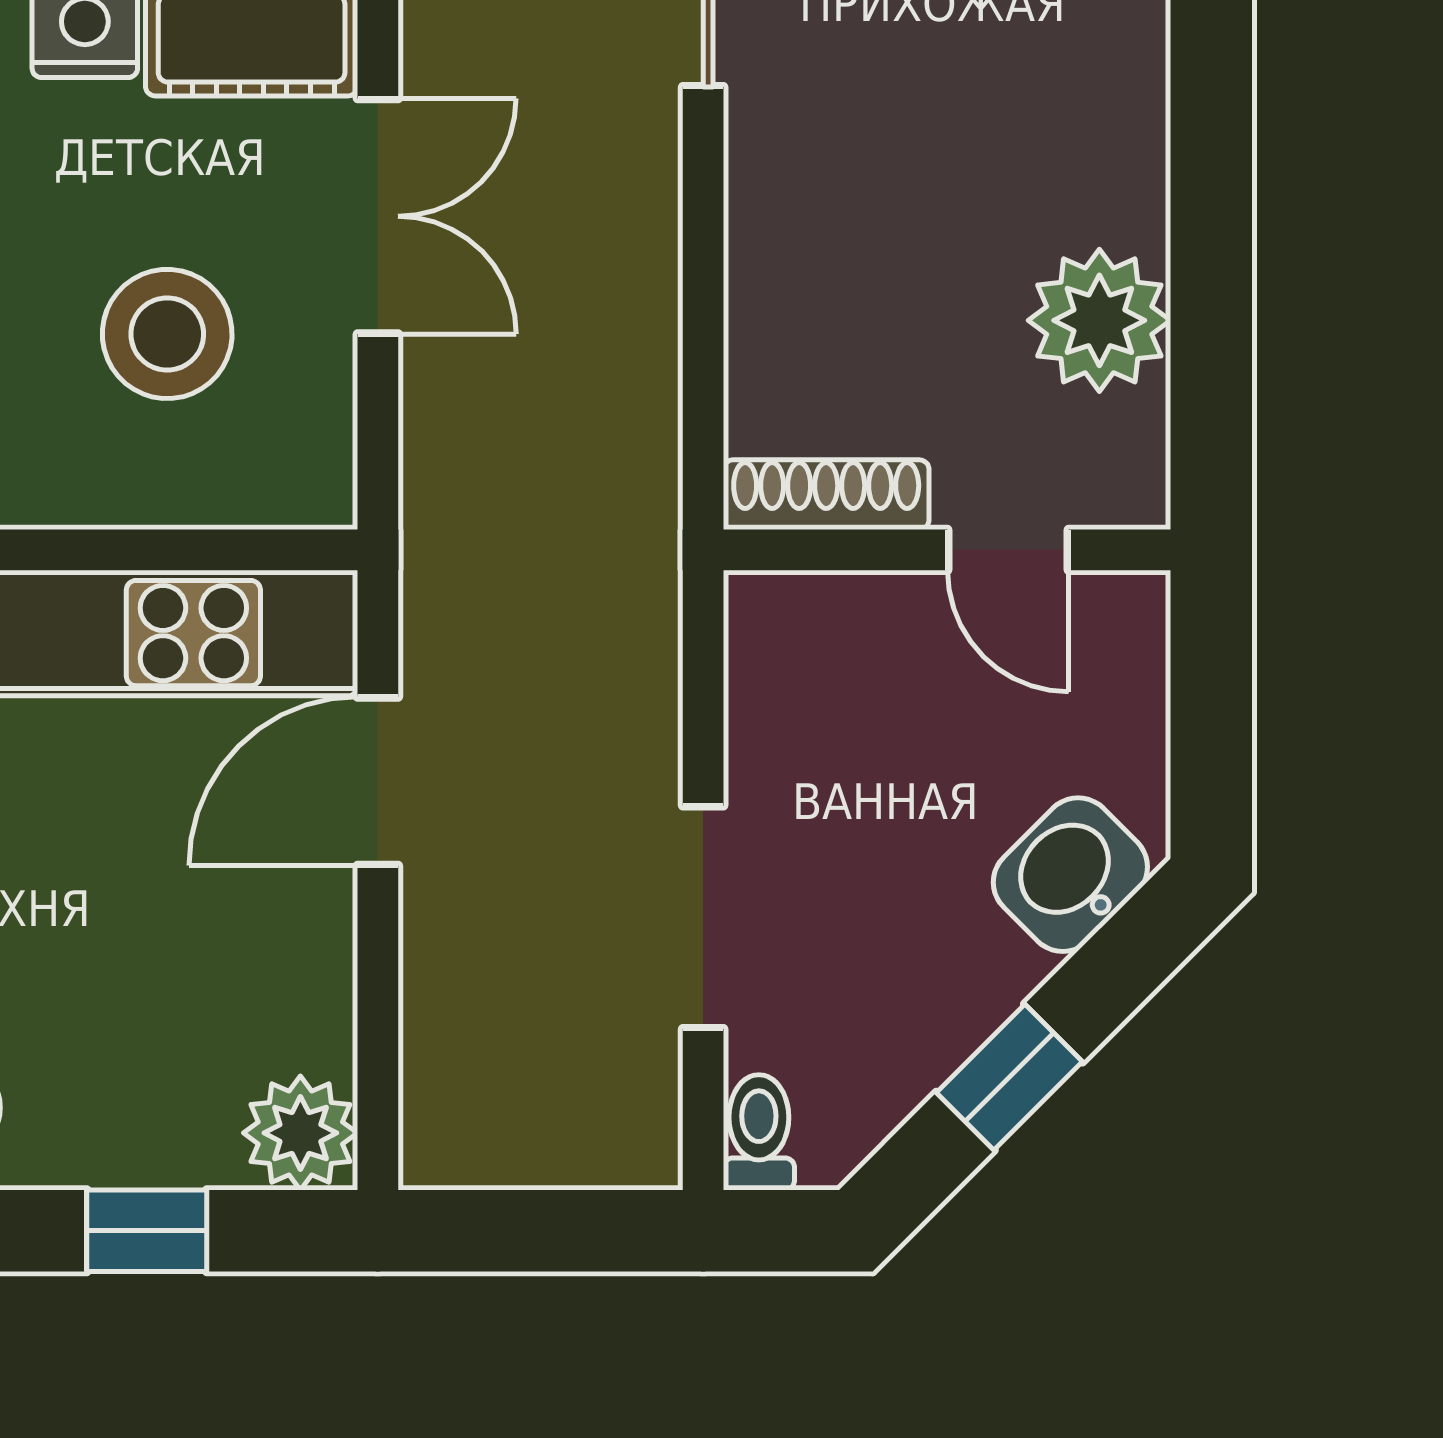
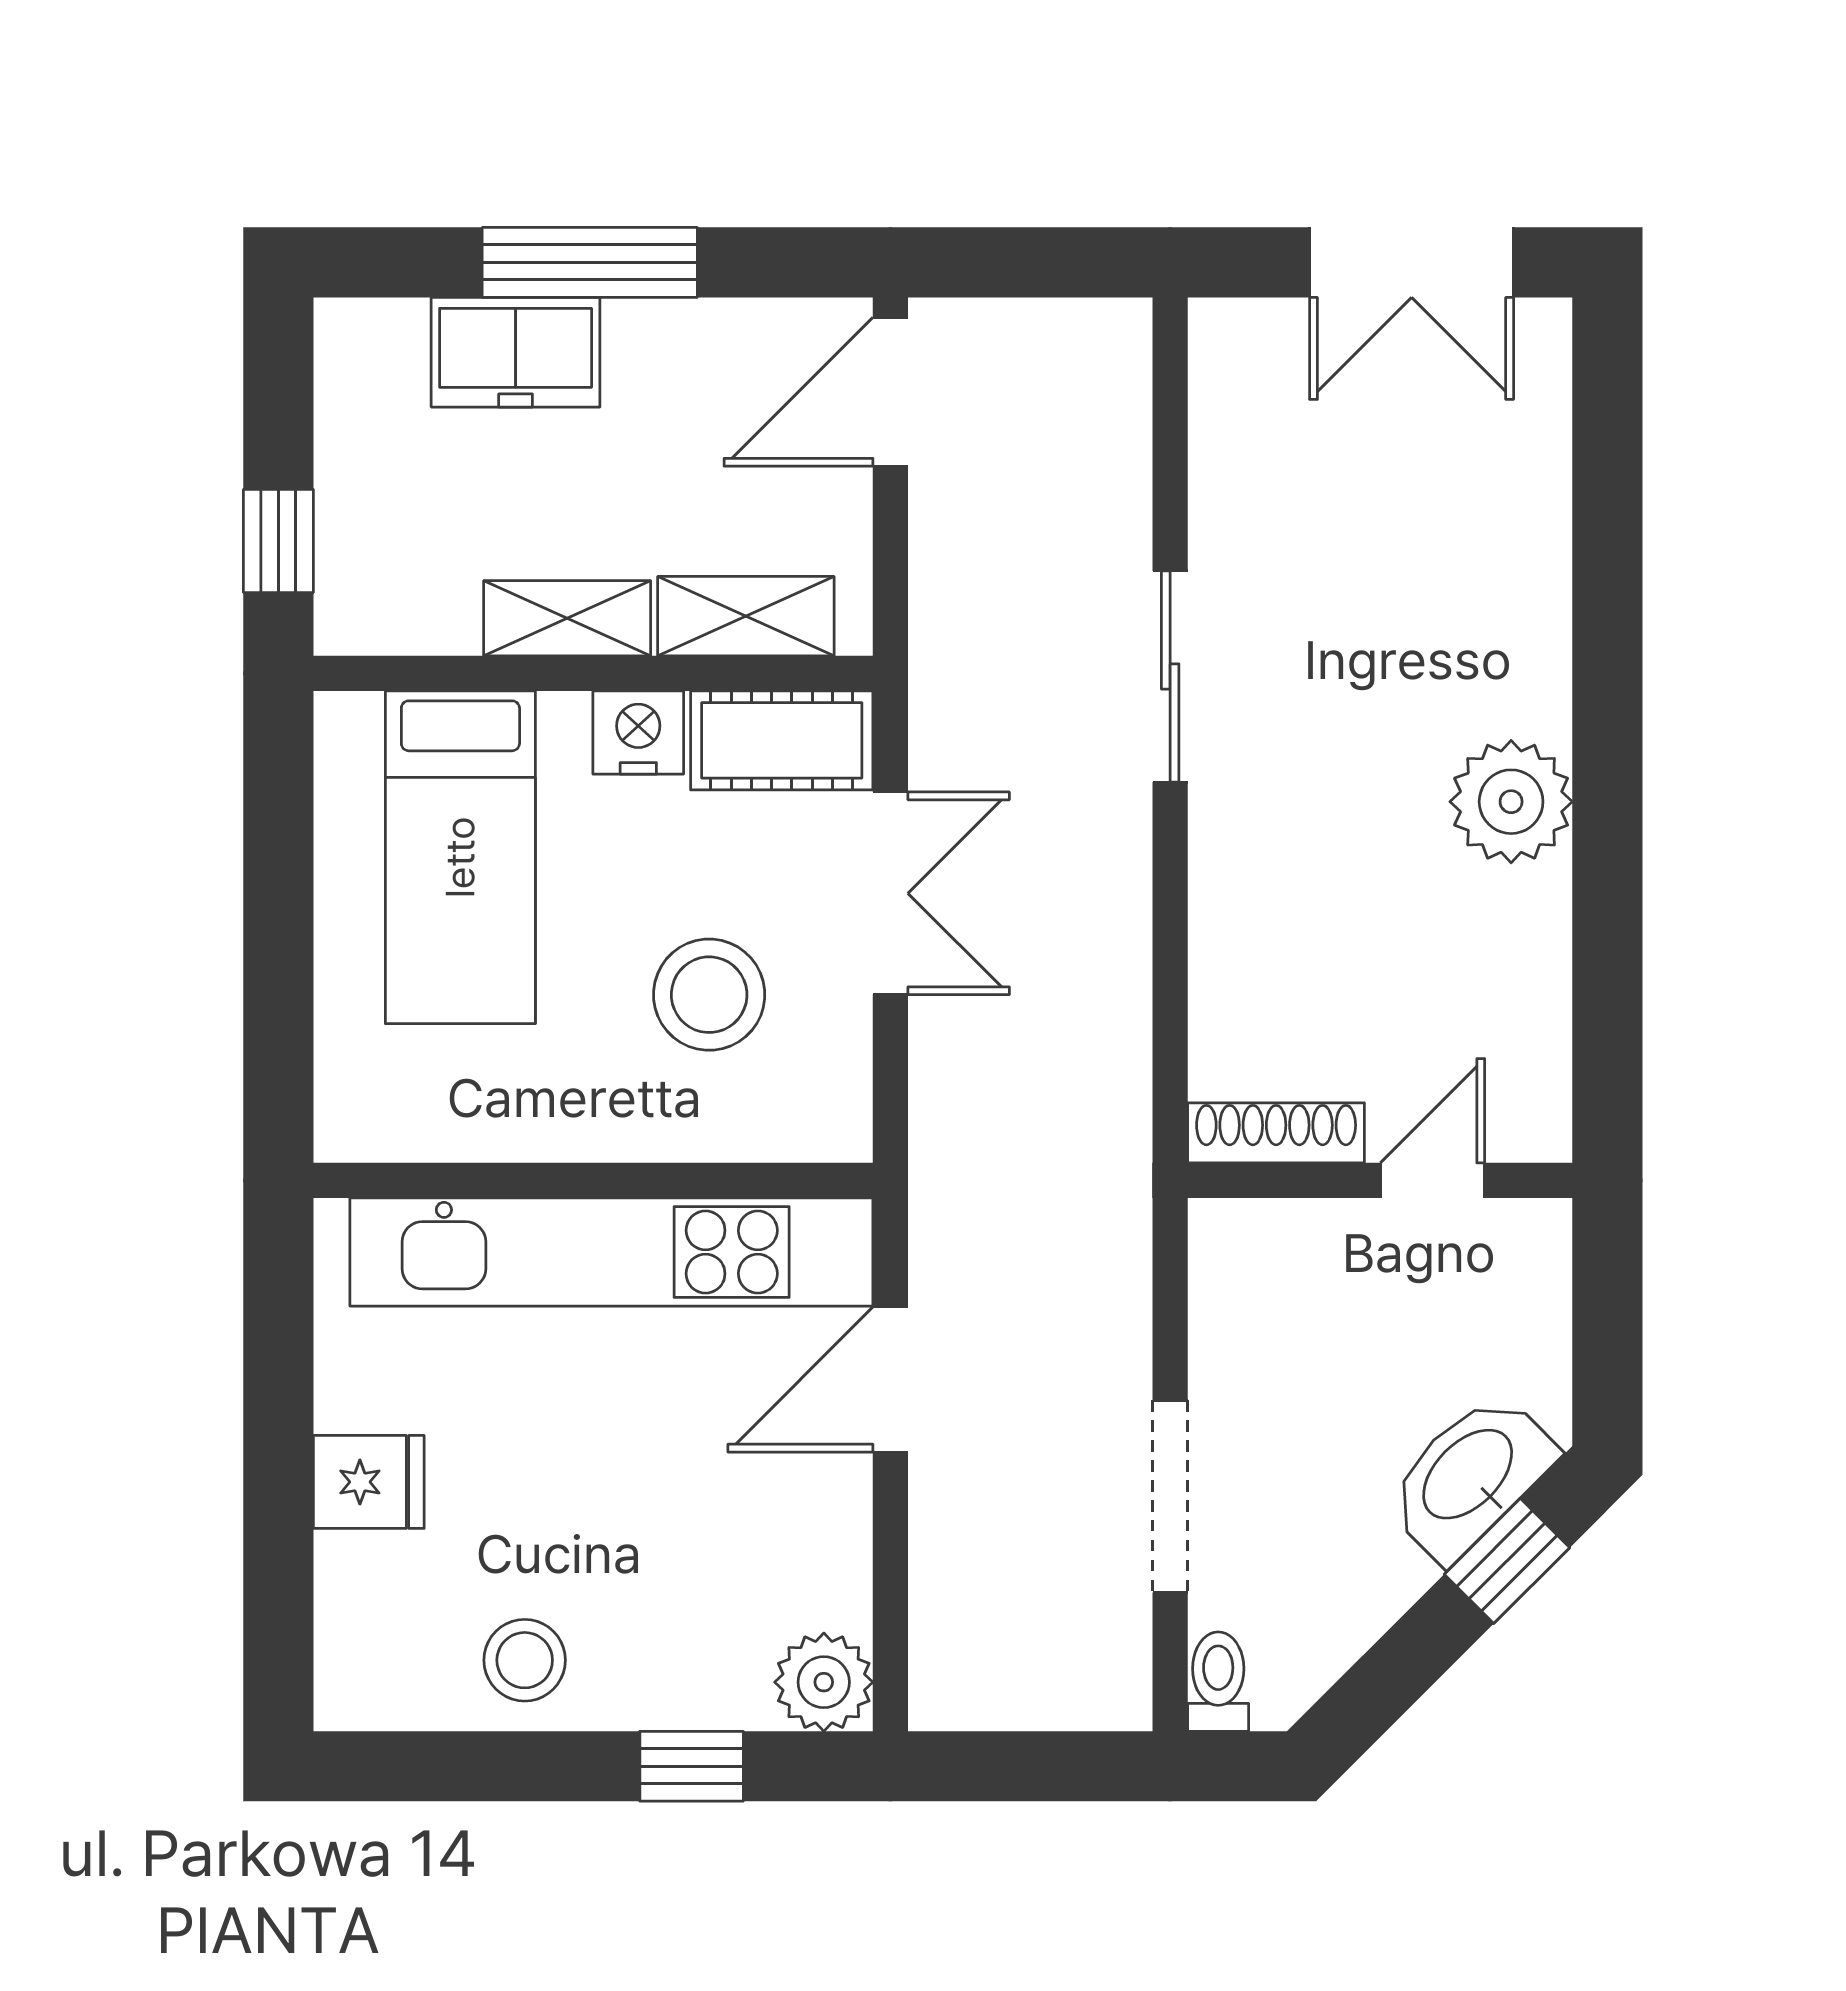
plant: (1099, 320) -> (1511, 802), moved
door: (1008, 550) -> (1433, 1180), swing flipped
washbasin: (1070, 875) -> (1470, 1476), width x1.38
window: (1009, 1077) -> (1507, 1561), moved

